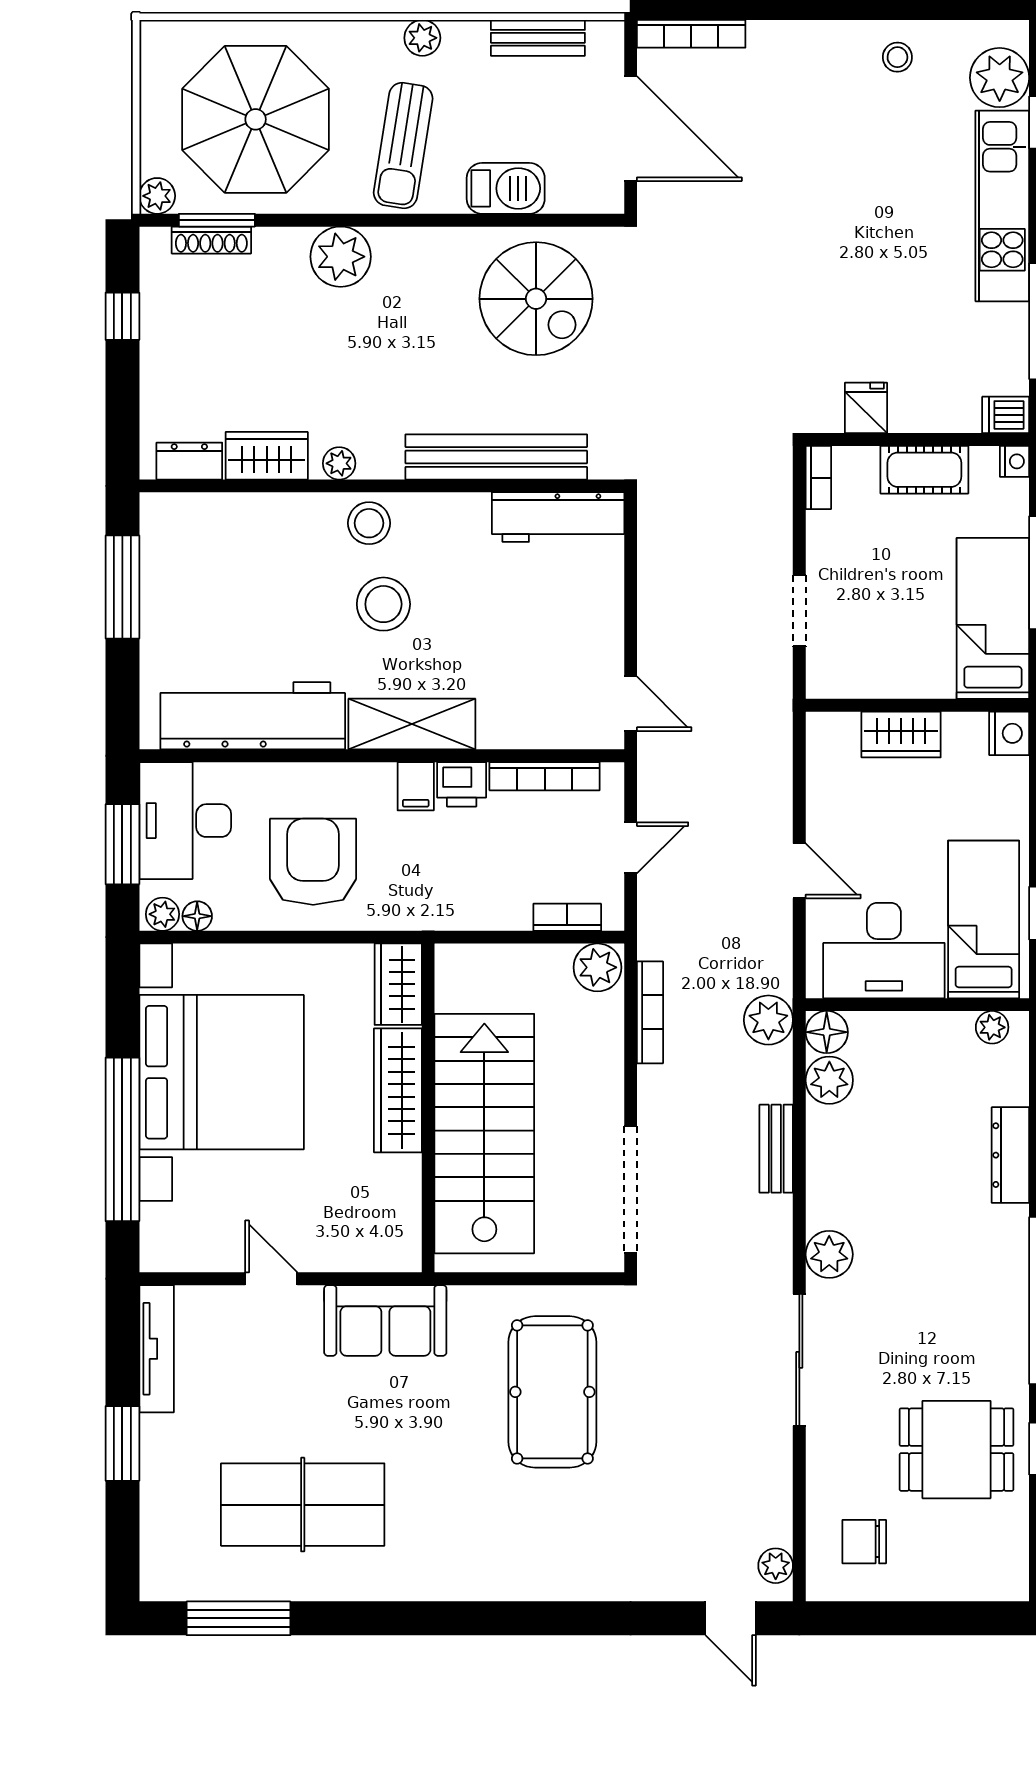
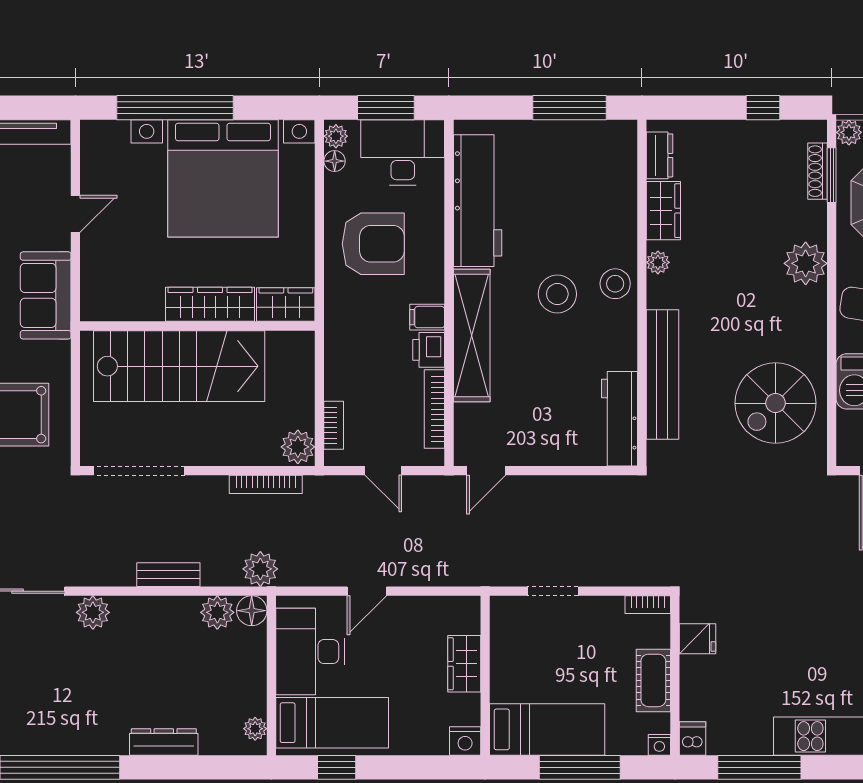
shelving: (412, 724) -> (472, 336), width x1.47

